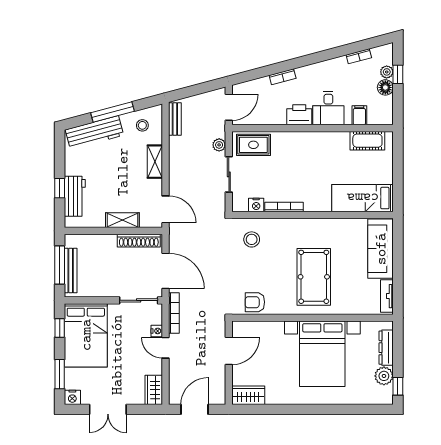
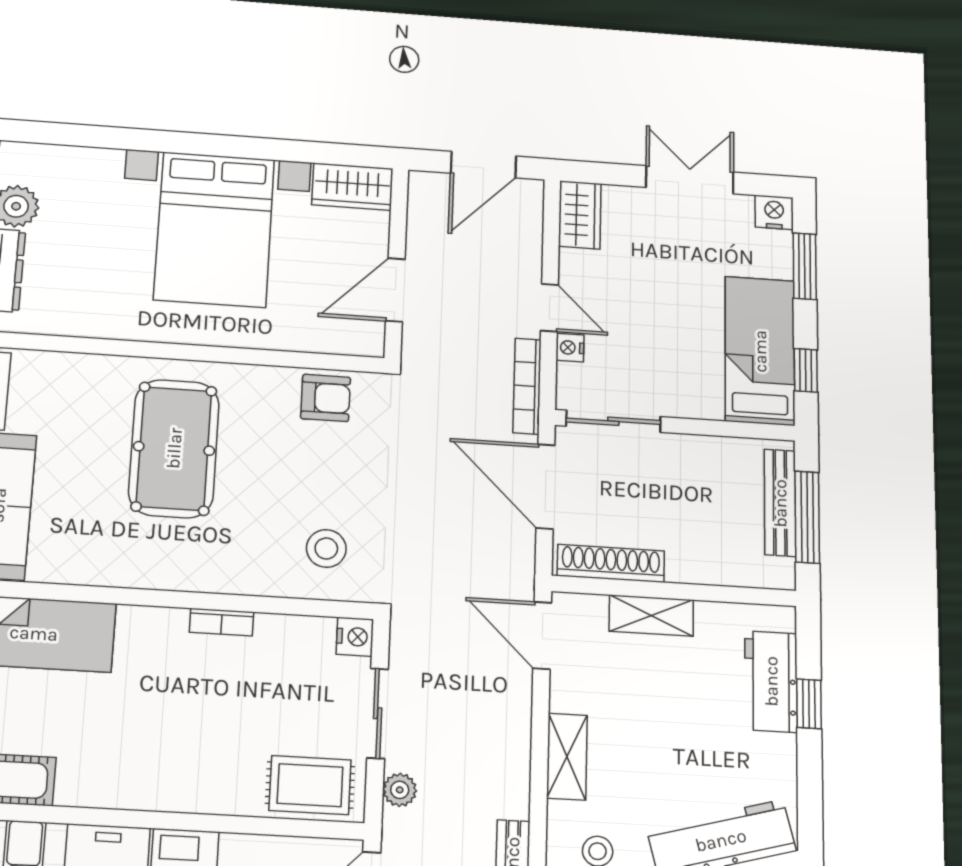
nightstand: (256, 205) -> (355, 637), moved, turned 90
bookcase: (284, 207) -> (221, 622), width x0.64
bed: (86, 335) -> (760, 351), width x0.67
bed with nightstands: (322, 354) -> (214, 229), moved, turned 180

